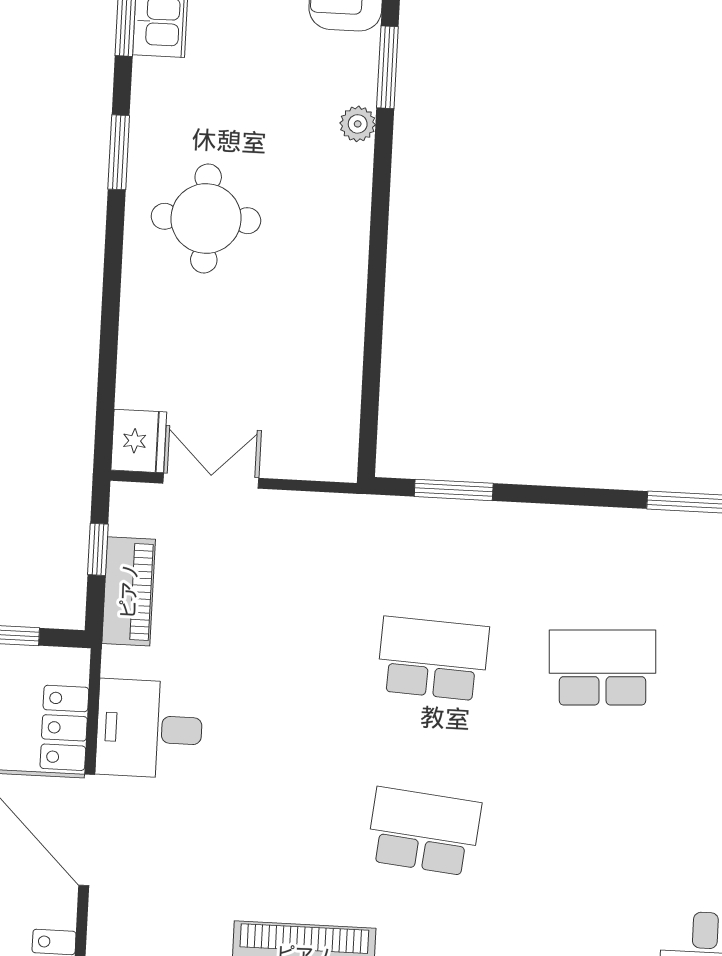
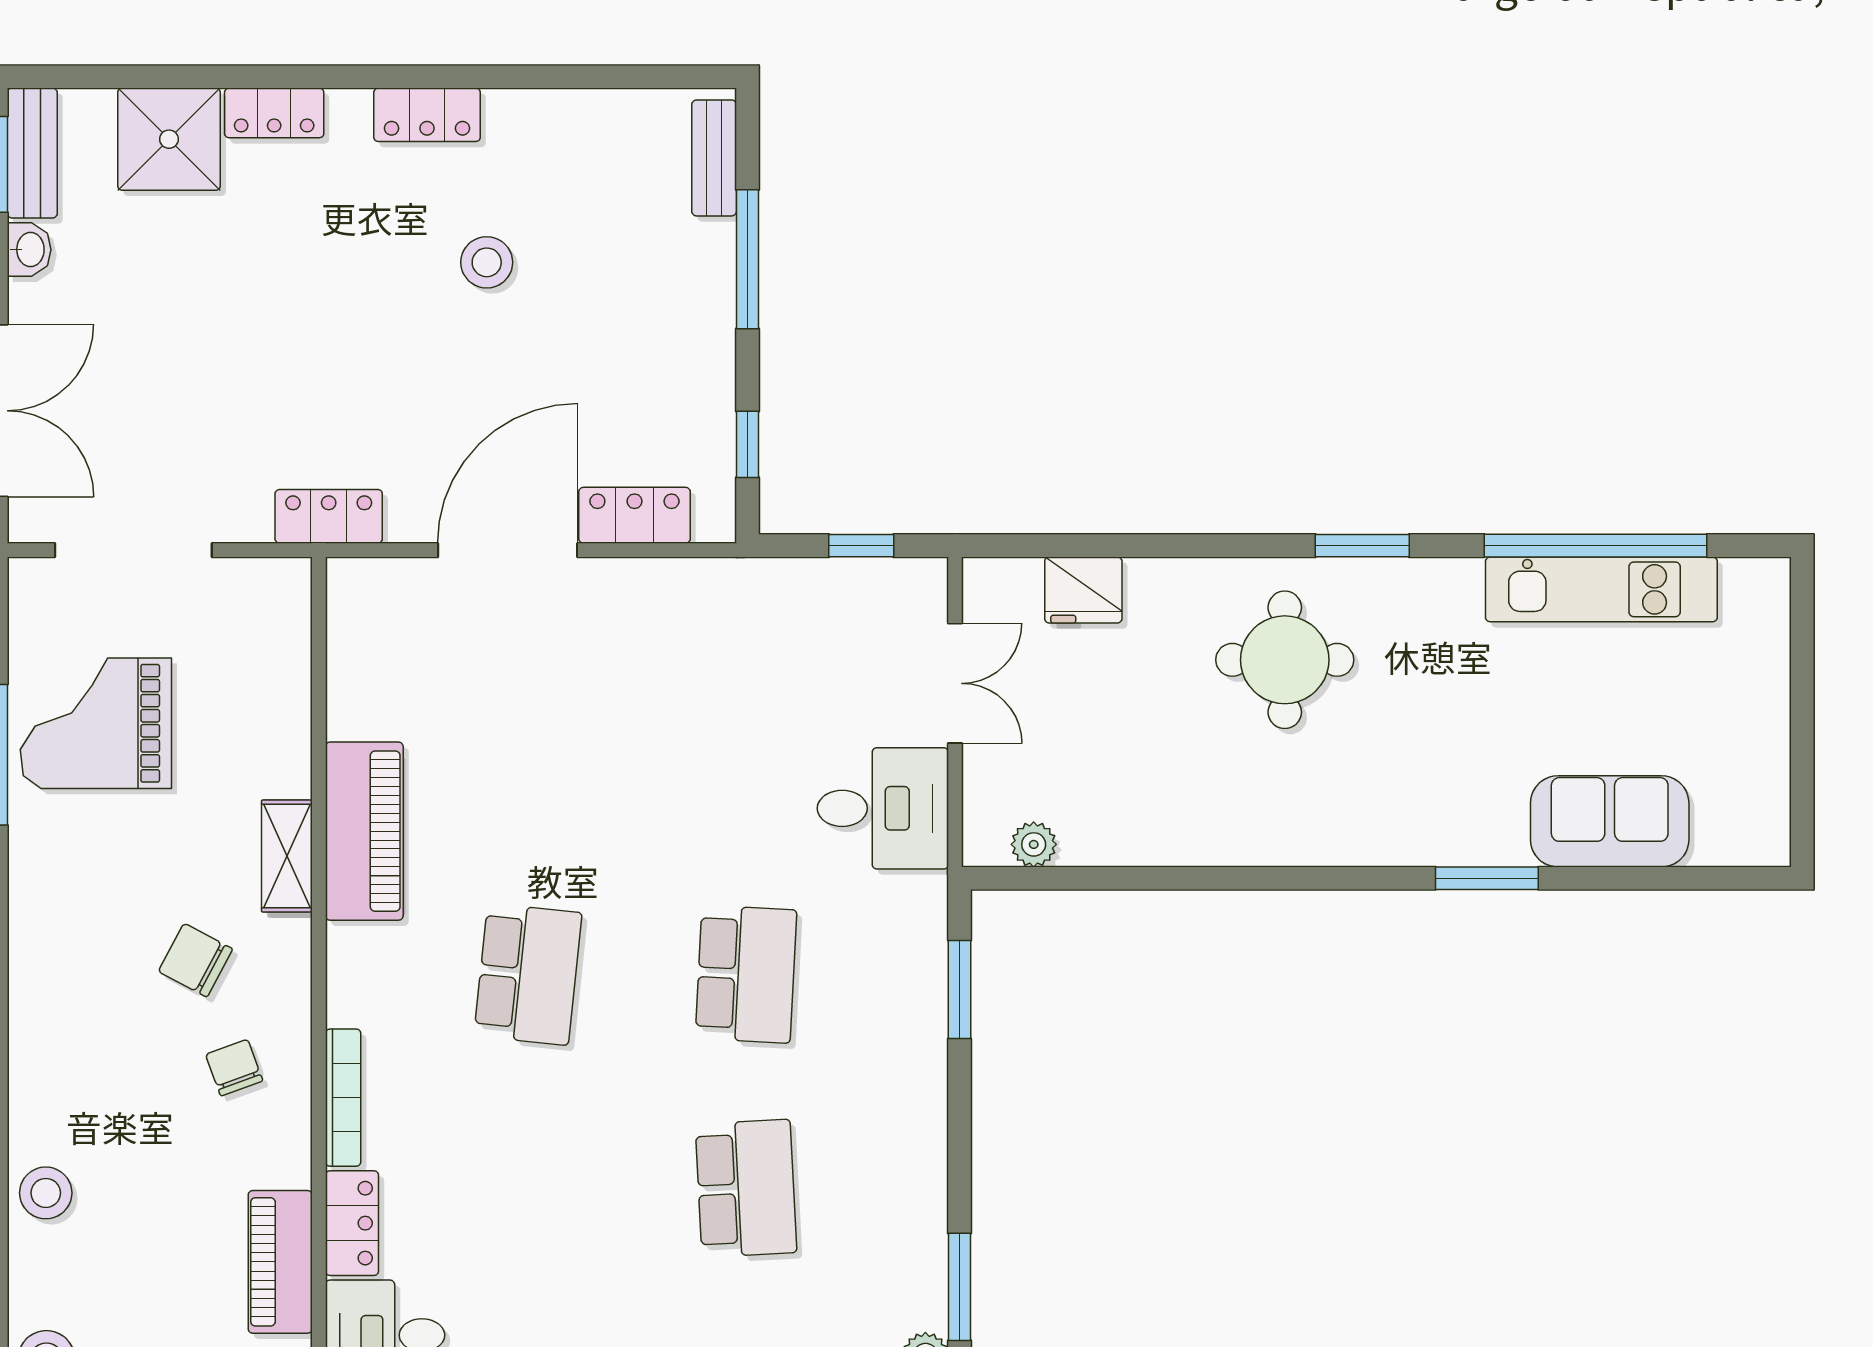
plant: (358, 124) -> (1034, 844), moved
fridge: (139, 441) -> (1083, 590), moved
piano: (129, 591) -> (811, 587), removed
desk: (149, 729) -> (883, 808), moved, turned 90

